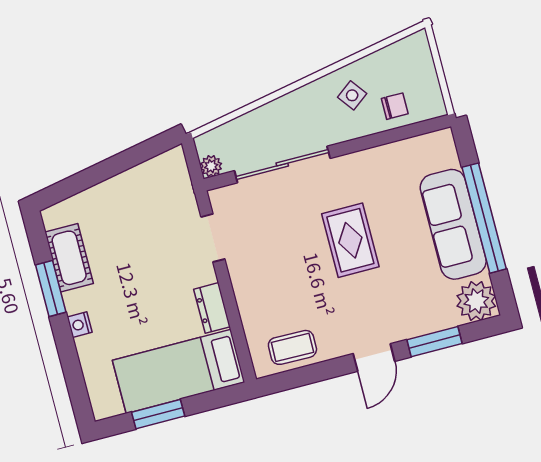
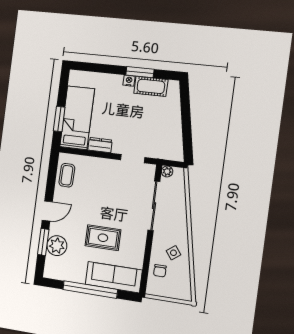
sofa: (453, 224) -> (114, 277), moved
rug: (350, 240) -> (103, 238), moved
plant: (476, 301) -> (57, 246), moved
nightstand: (80, 325) -> (129, 81), moved
door: (374, 357) -> (47, 211), swing flipped
window: (158, 414) -> (59, 119), moved

